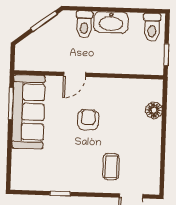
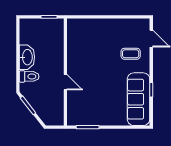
toilet: (152, 27) -> (30, 28), removed
floor lamp: (154, 110) -> (89, 24), removed
sofa: (28, 112) -> (139, 99), moved, turned -90
armchair: (88, 120) -> (98, 71), removed

